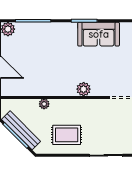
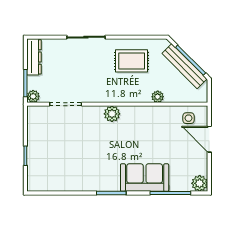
sofa: (99, 34) -> (145, 178), moved
side table: (17, 85) -> (189, 118), added

